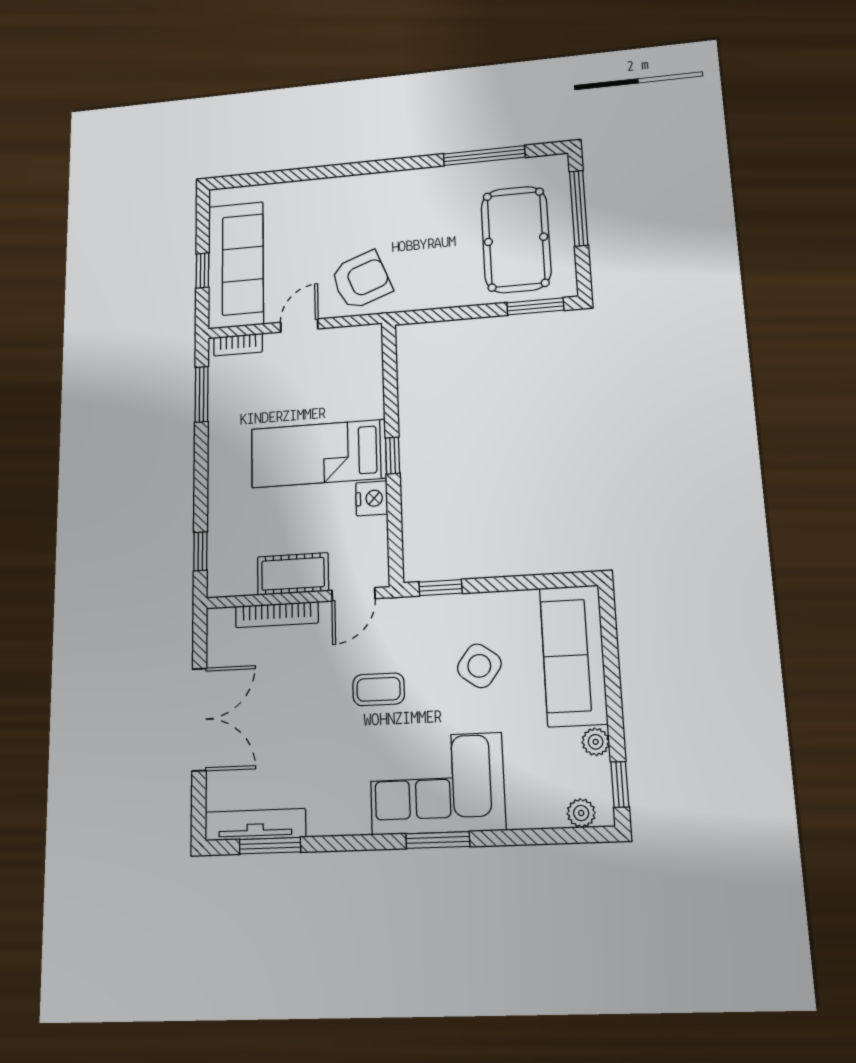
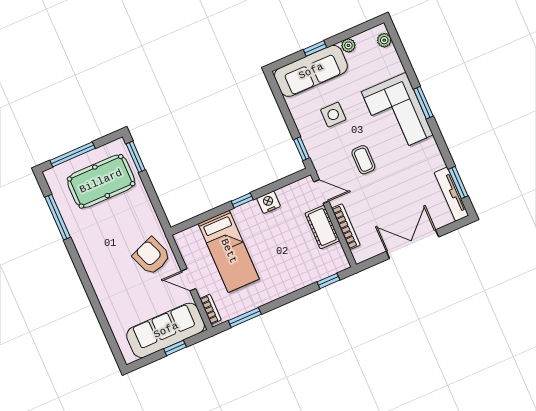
bed: (318, 454) -> (229, 251), moved
side table: (479, 666) -> (333, 115), turned -36
window: (620, 784) -> (315, 48), moved

